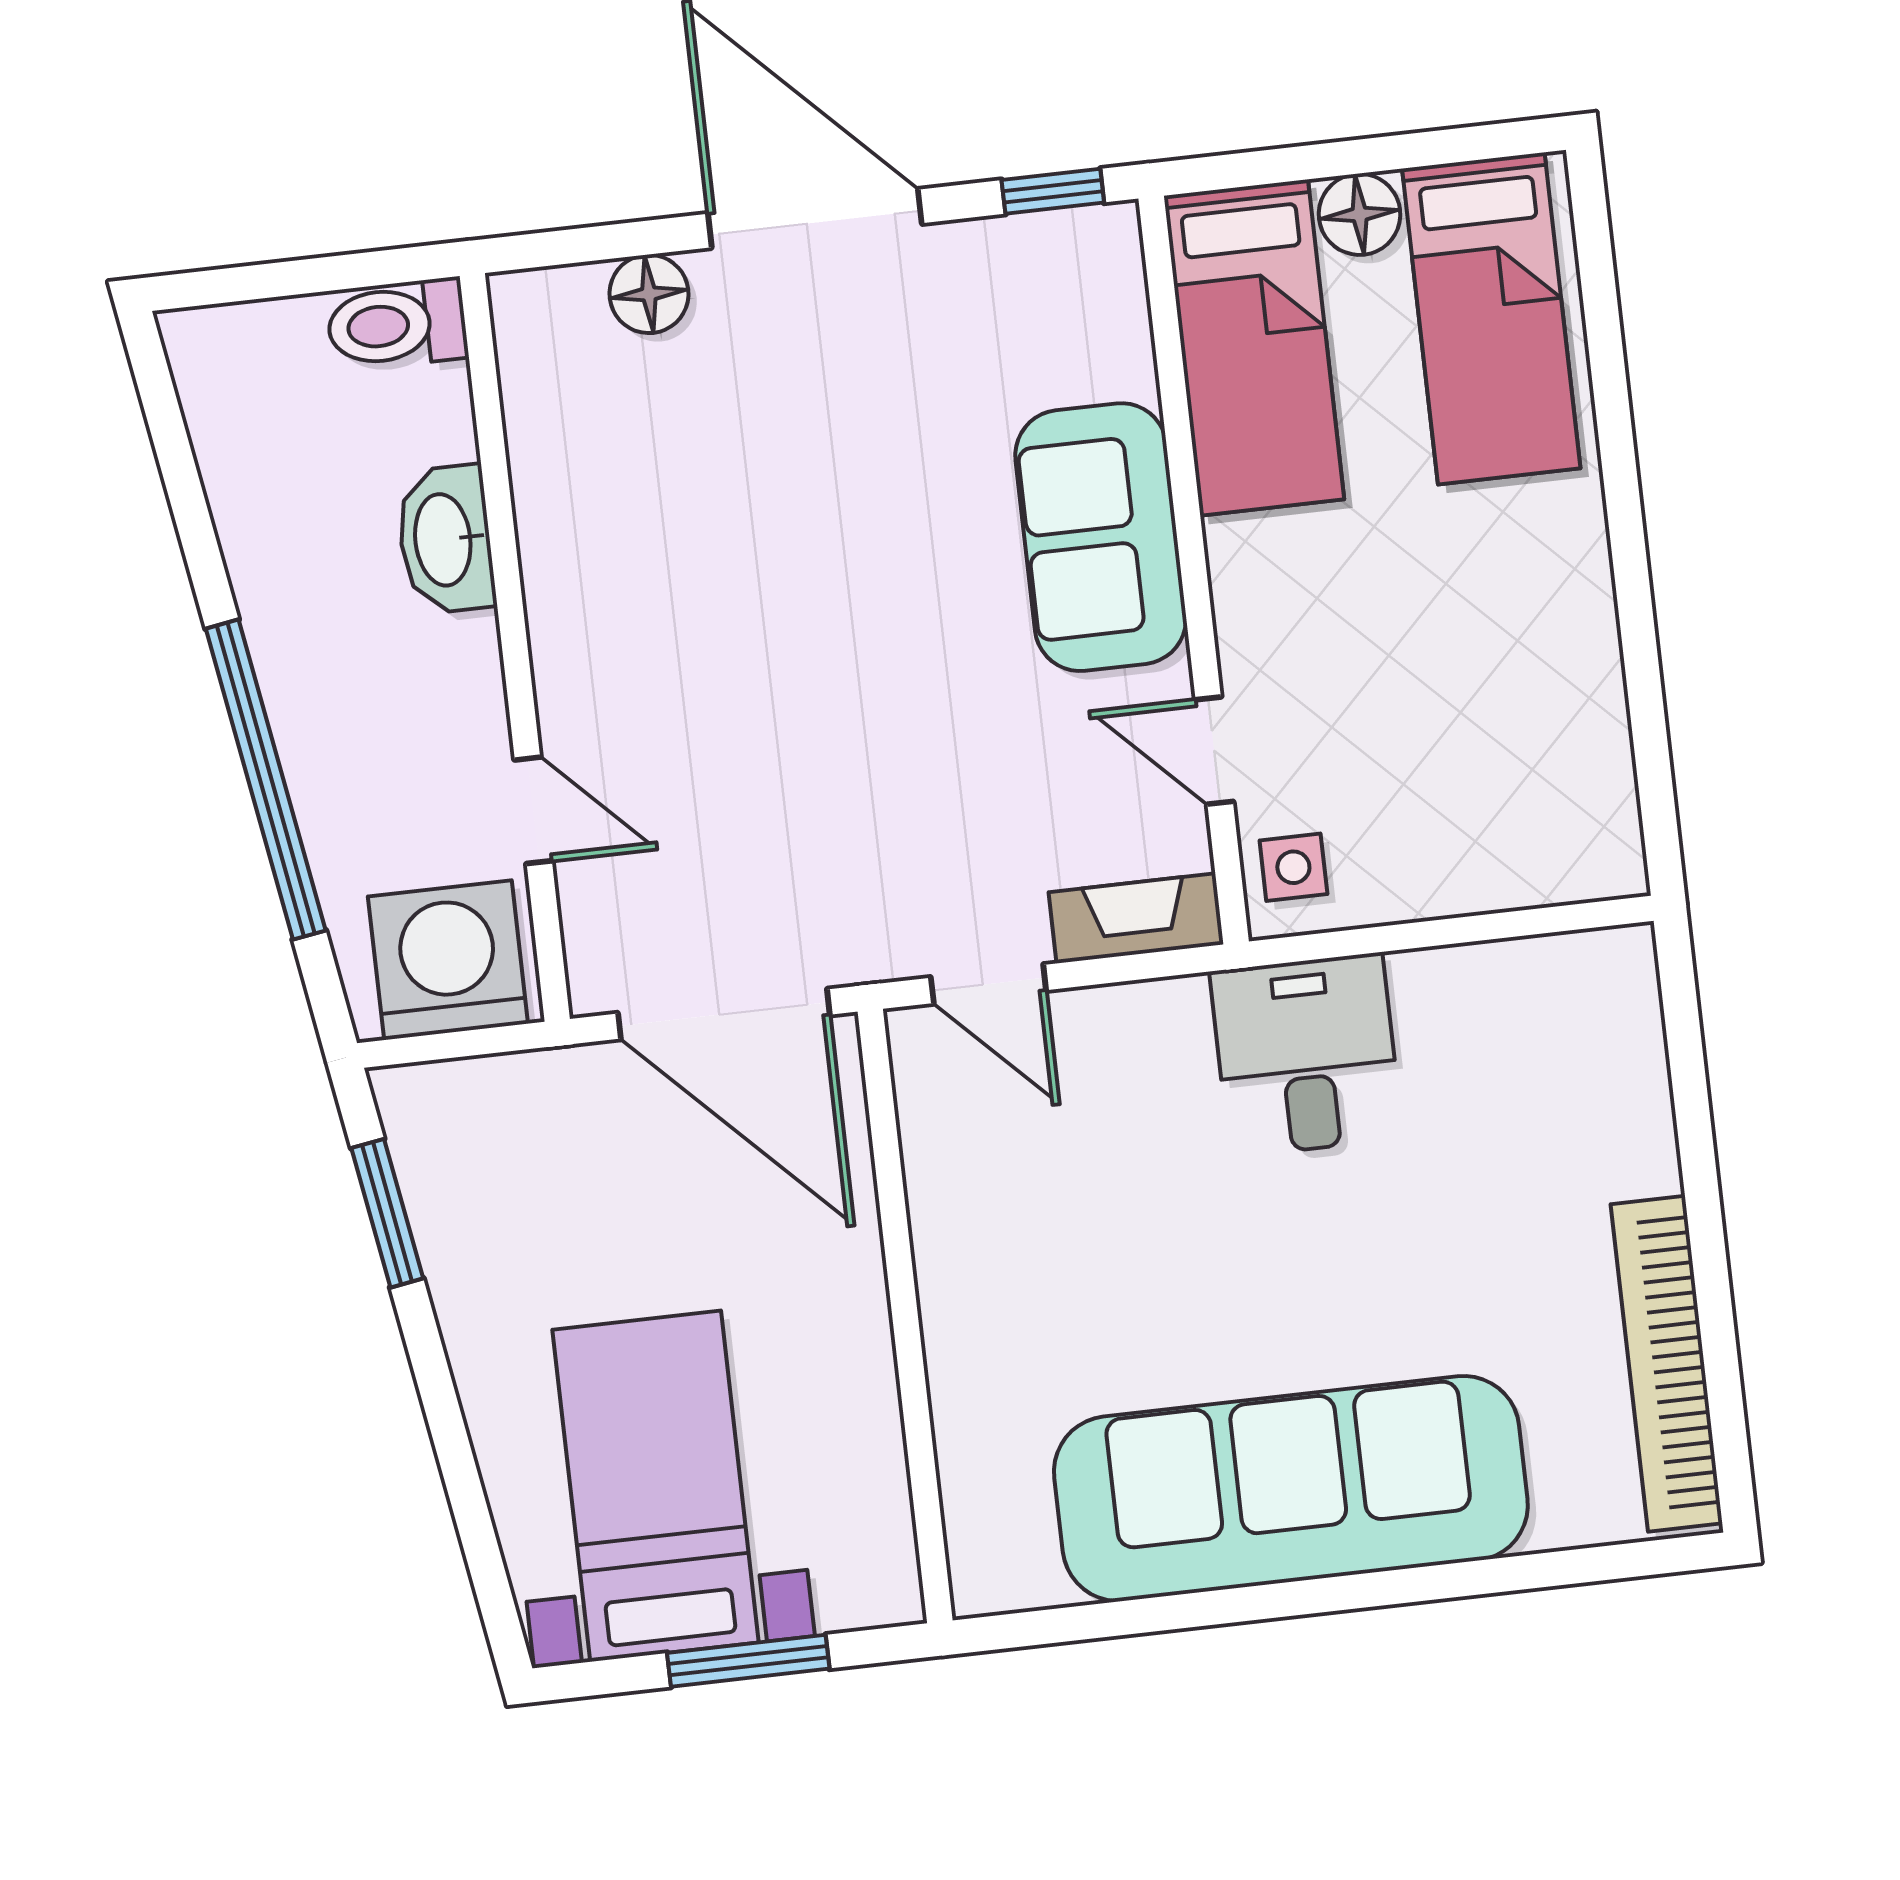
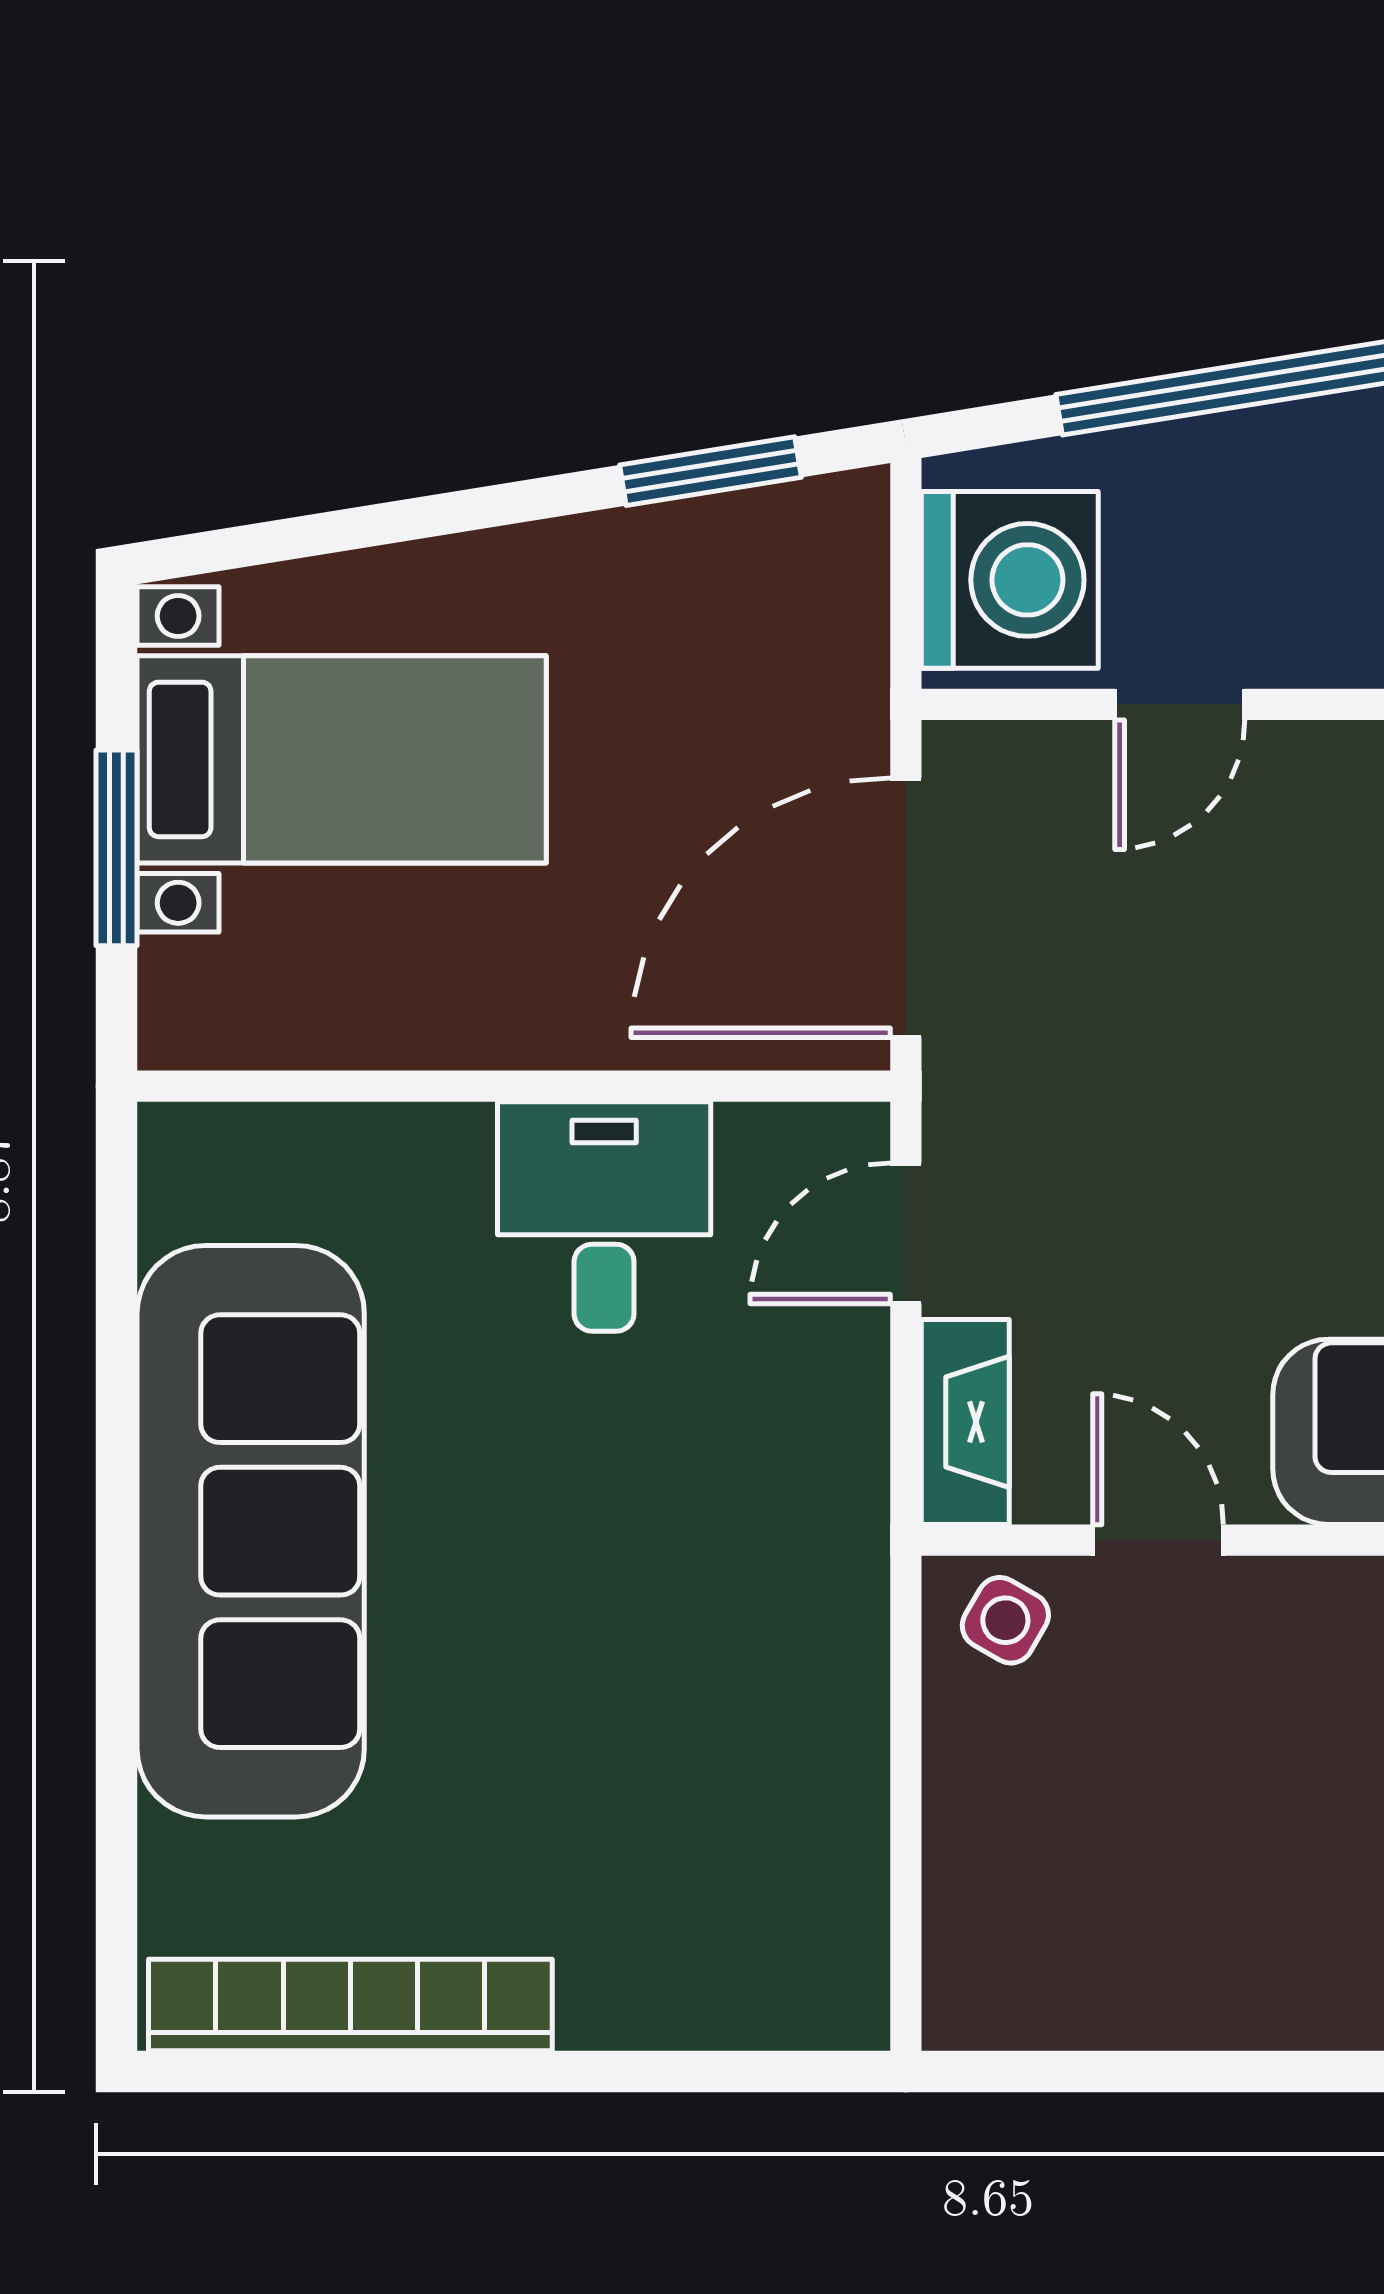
door: (1214, 751) -> (1158, 1540), hinge flipped
side table: (1293, 867) -> (1005, 1620), turned 30
desk: (1306, 1055) -> (604, 1217), moved, turned -90

